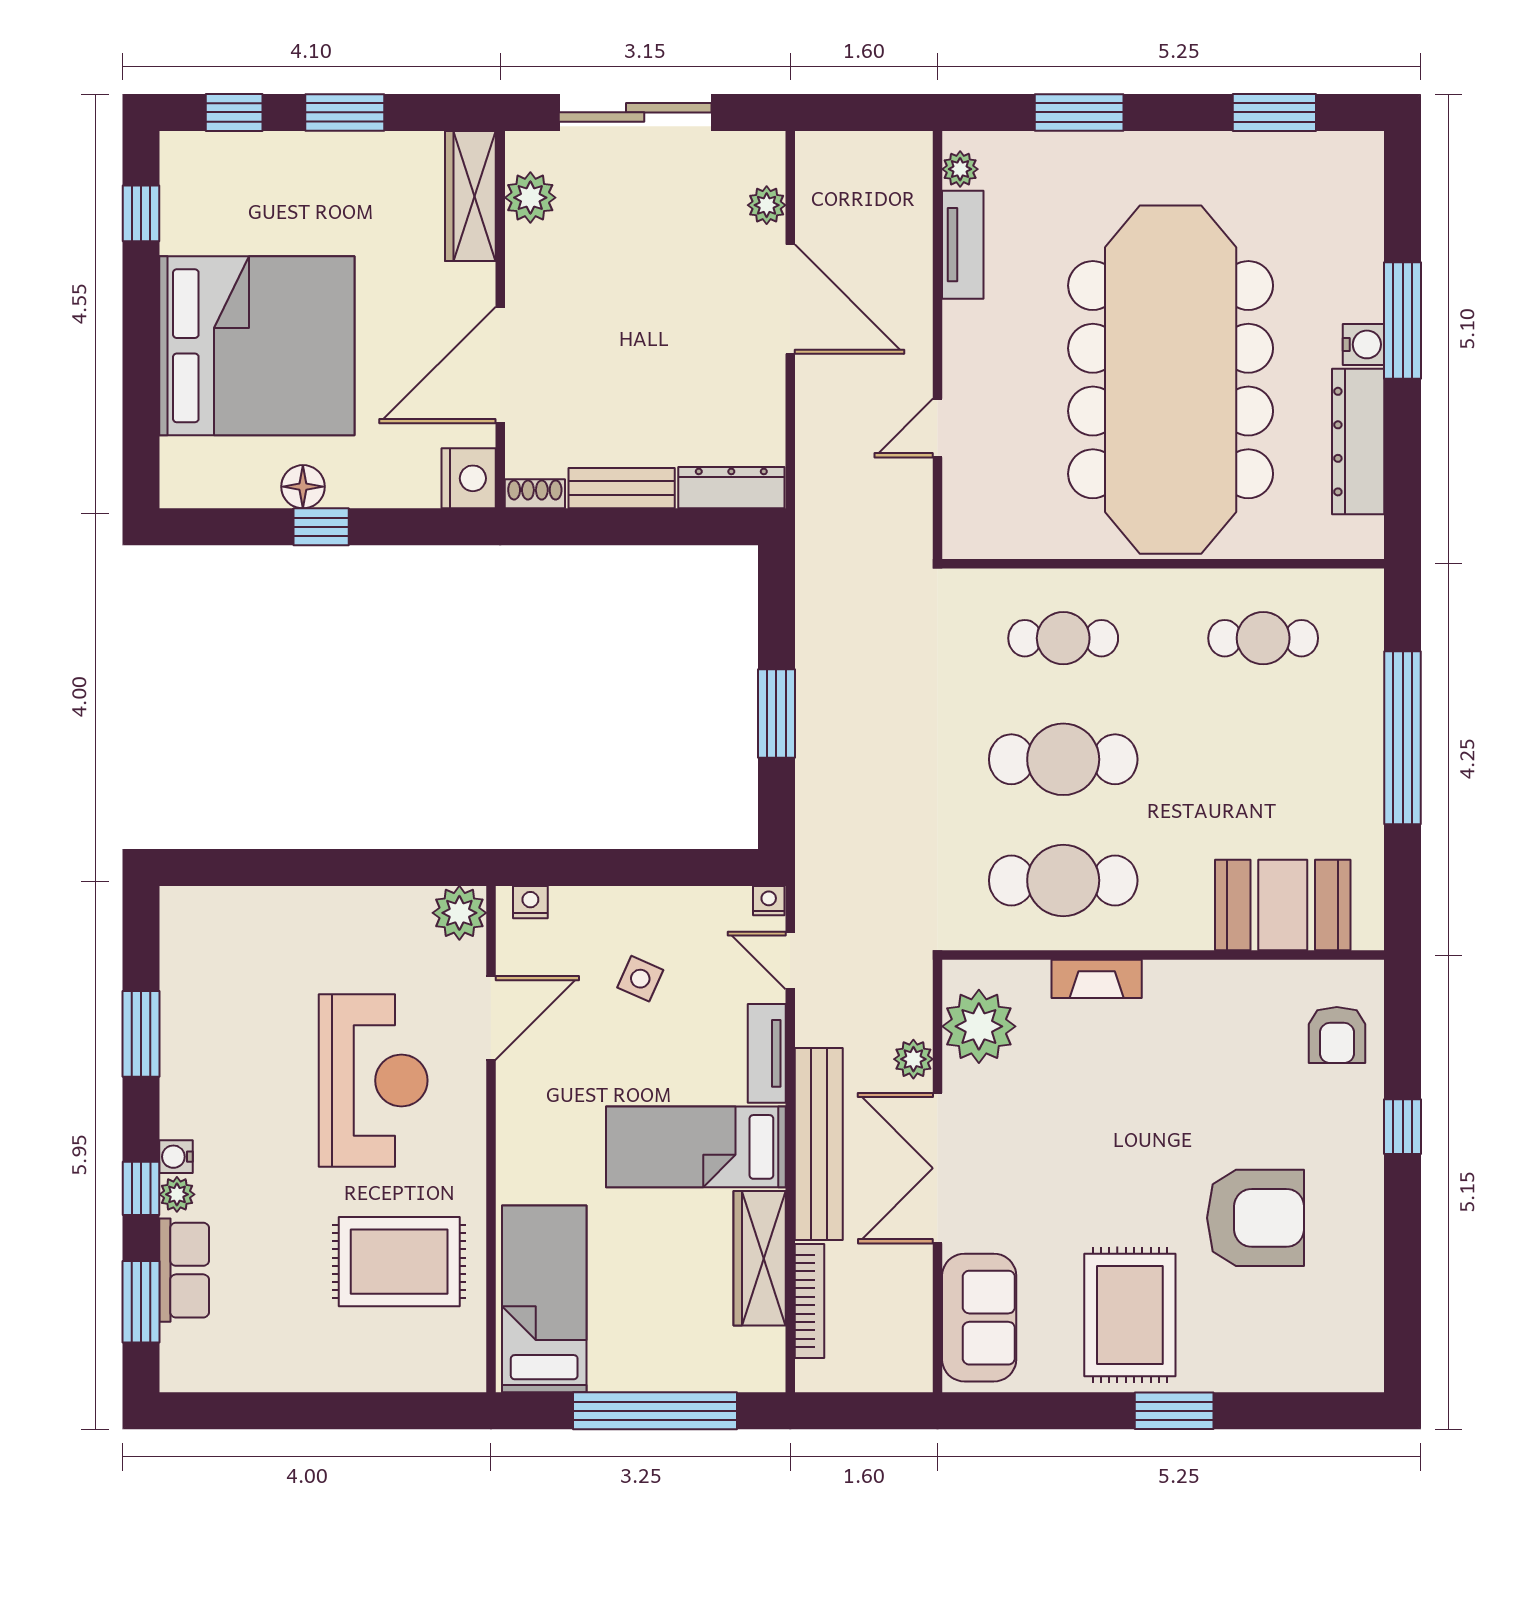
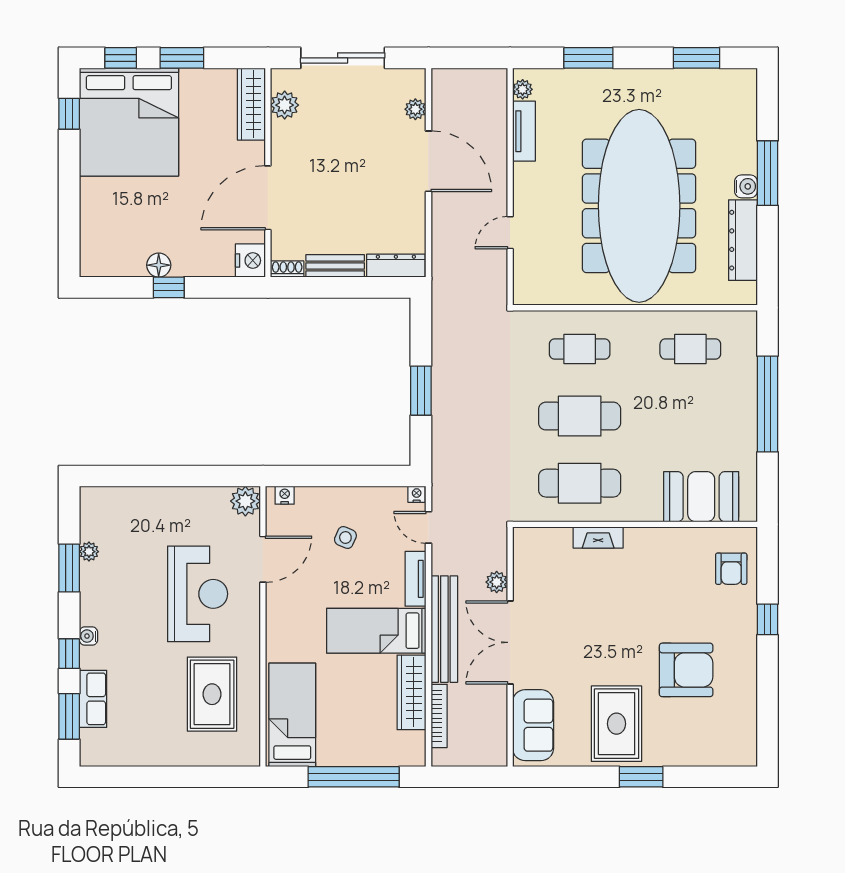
bed: (257, 346) -> (129, 122), moved, turned 90
plant: (979, 1026) -> (533, 564), removed
plant: (177, 1194) -> (89, 552), moved
rug: (399, 1262) -> (212, 694), turned 90

